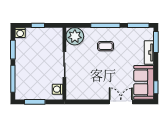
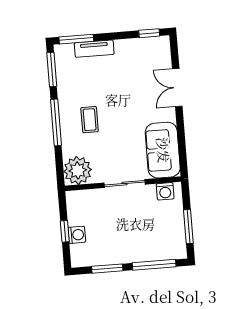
washing machine: (20, 33) -> (77, 235), moved
sofa: (144, 82) -> (163, 150), moved, turned 90

